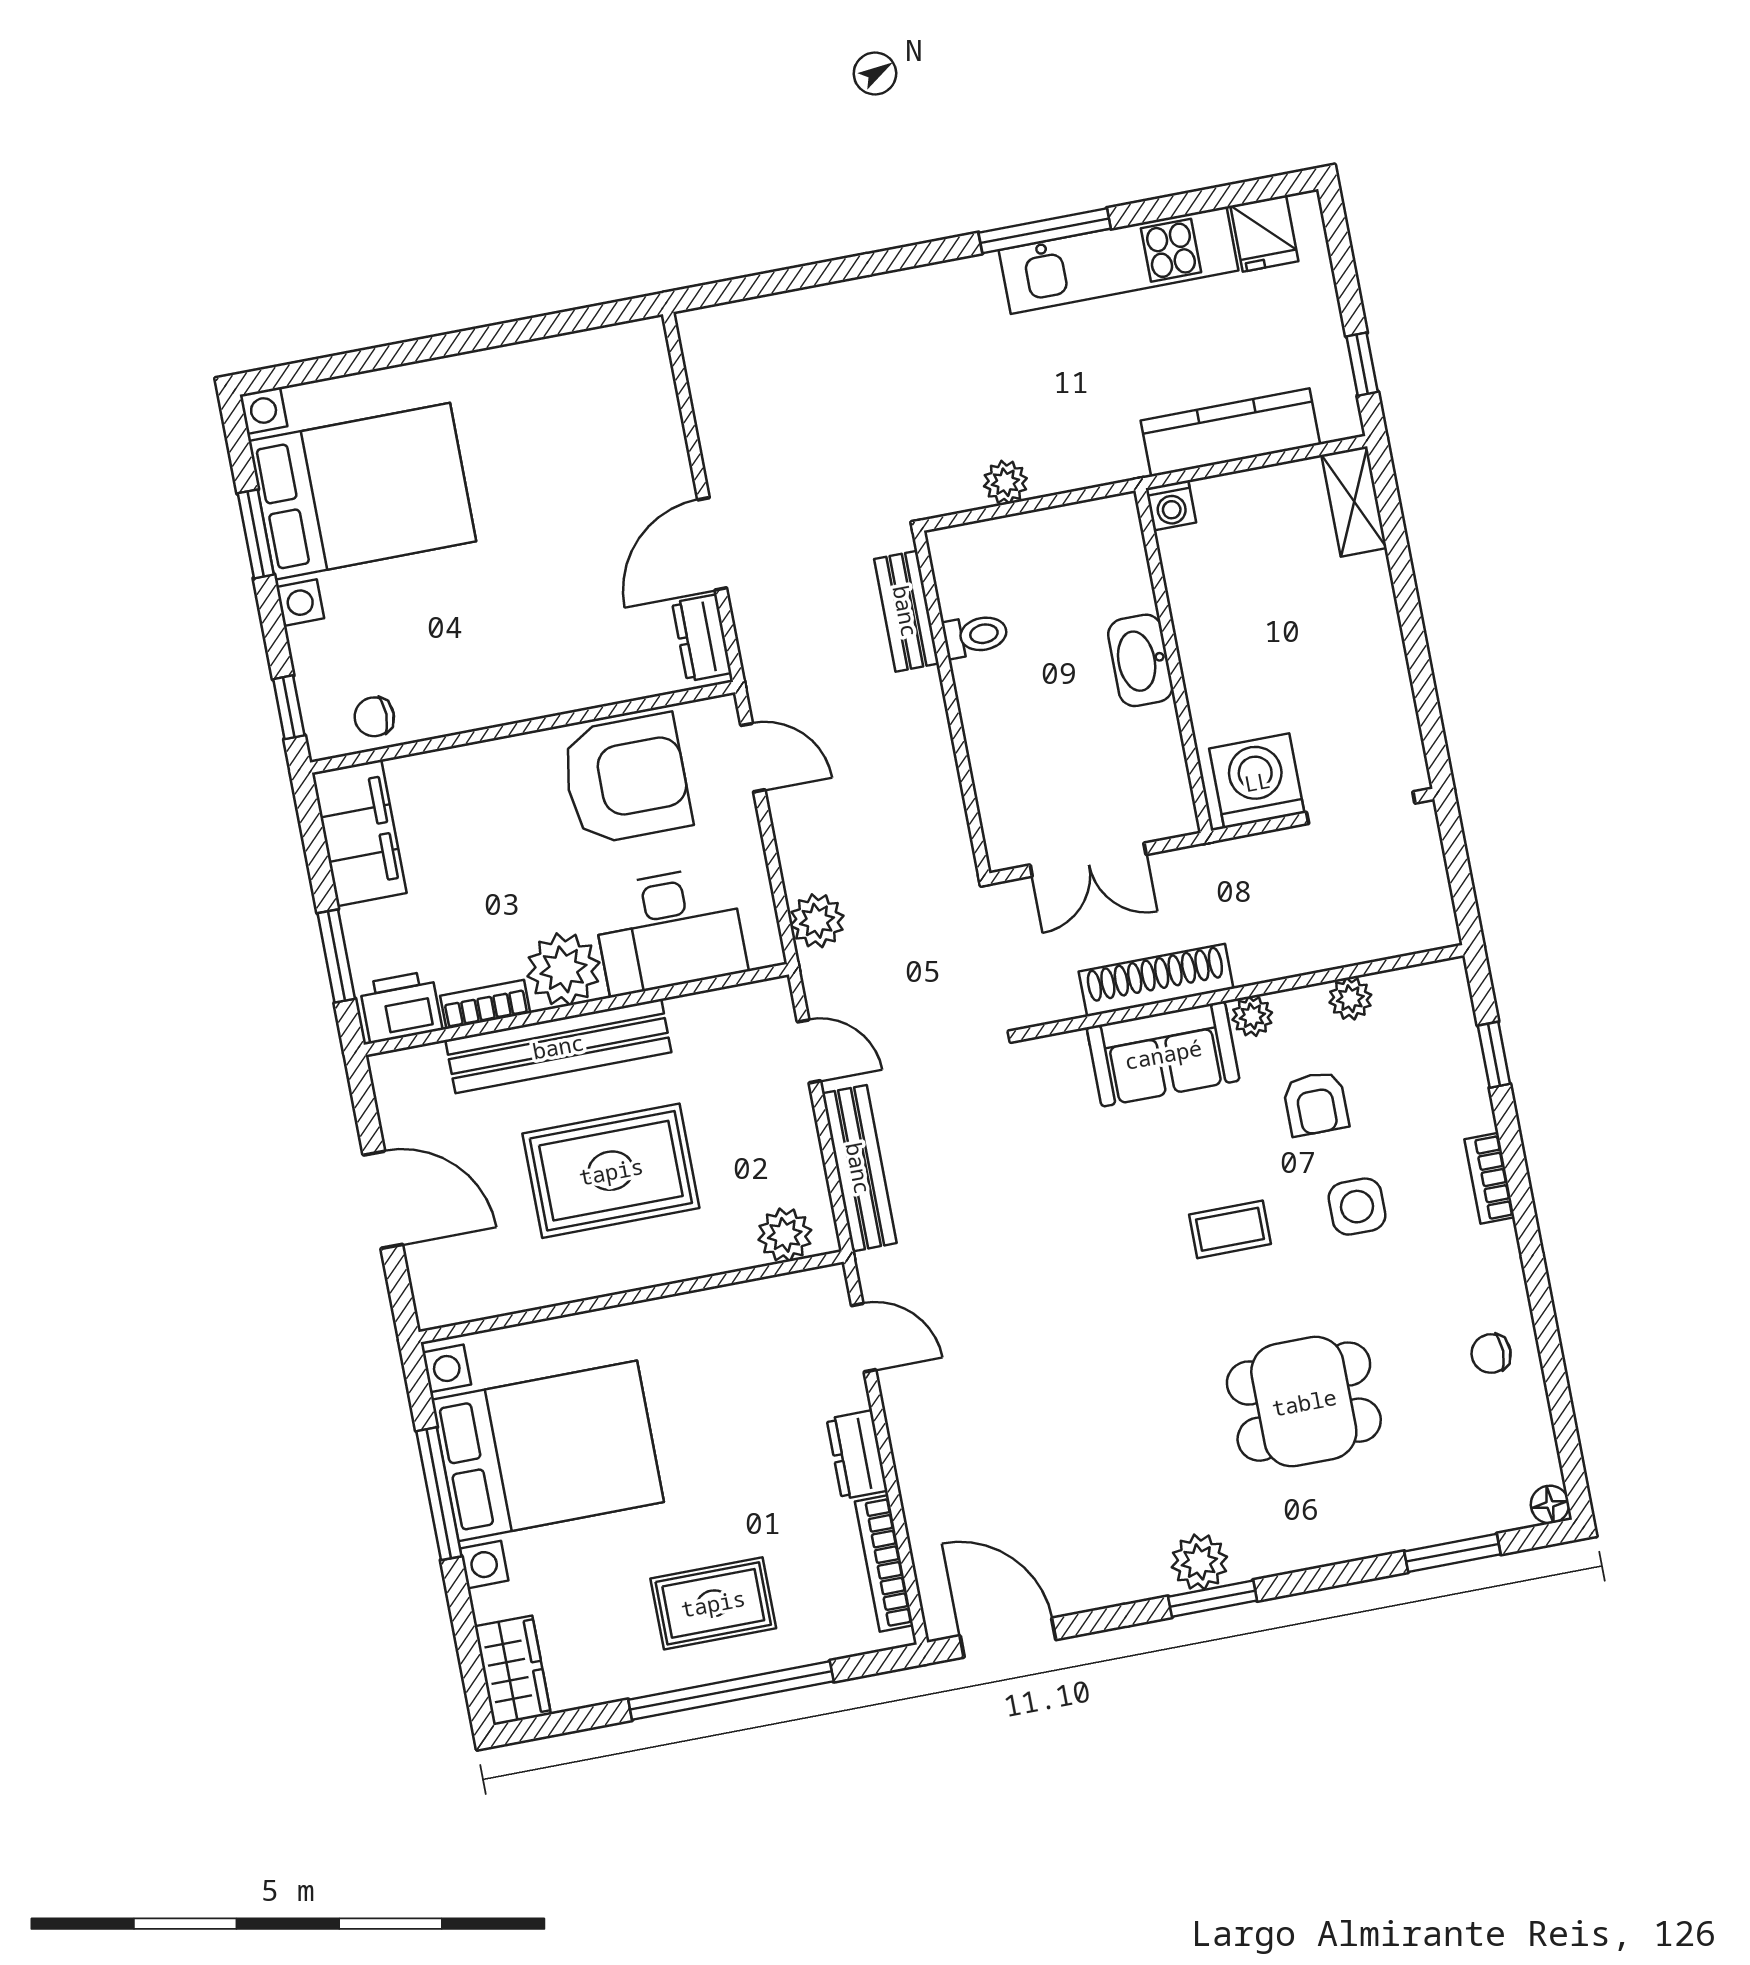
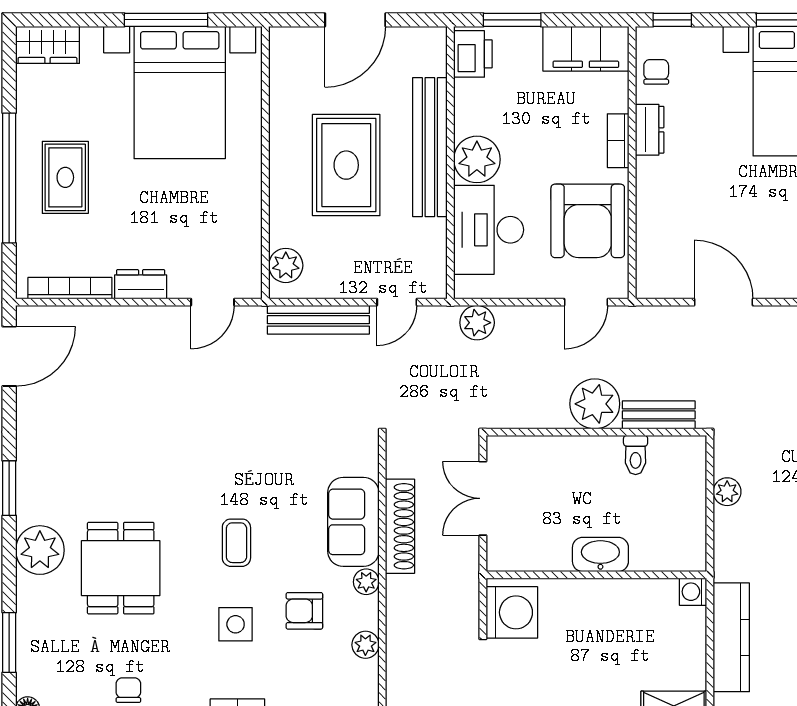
dresser: (702, 638) -> (650, 130), moved, turned 90
plant: (908, 714) -> (595, 404), added
bookcase: (485, 1004) -> (618, 141), moved, turned 180
plant: (1199, 1562) -> (40, 550), moved, width x1.36, depth x1.36

